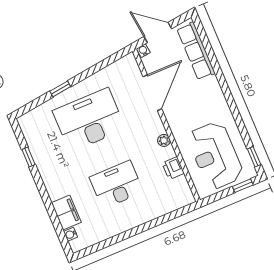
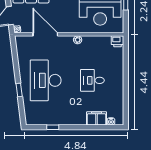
printer: (173, 168) -> (117, 41), moved
desk: (116, 185) -> (92, 80), width x0.73

